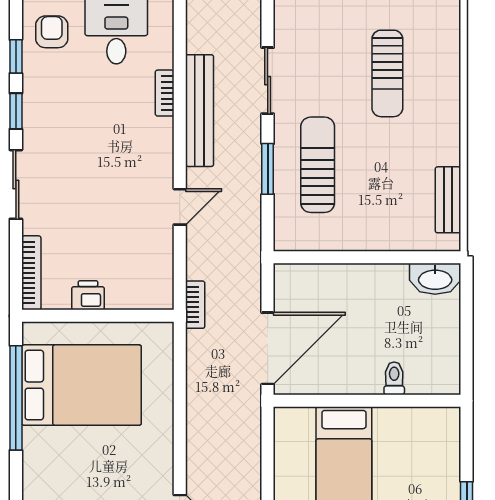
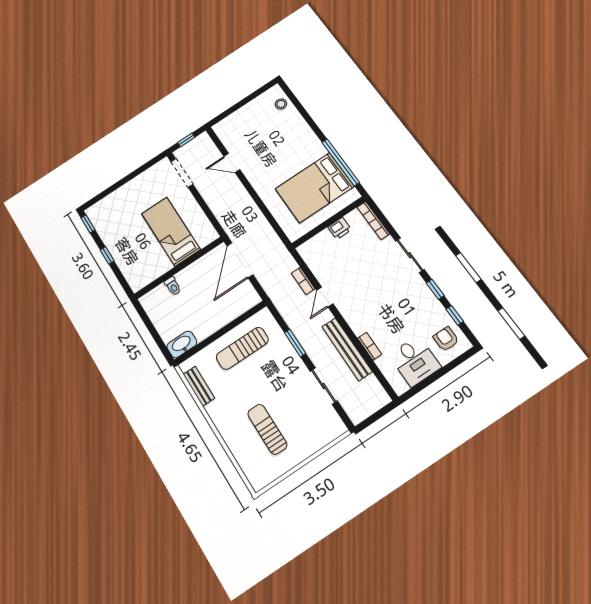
armchair: (52, 32) -> (446, 339), turned 180
sun lounger: (318, 165) -> (242, 348), moved, turned 90
bookcase: (195, 305) -> (303, 281), moved

